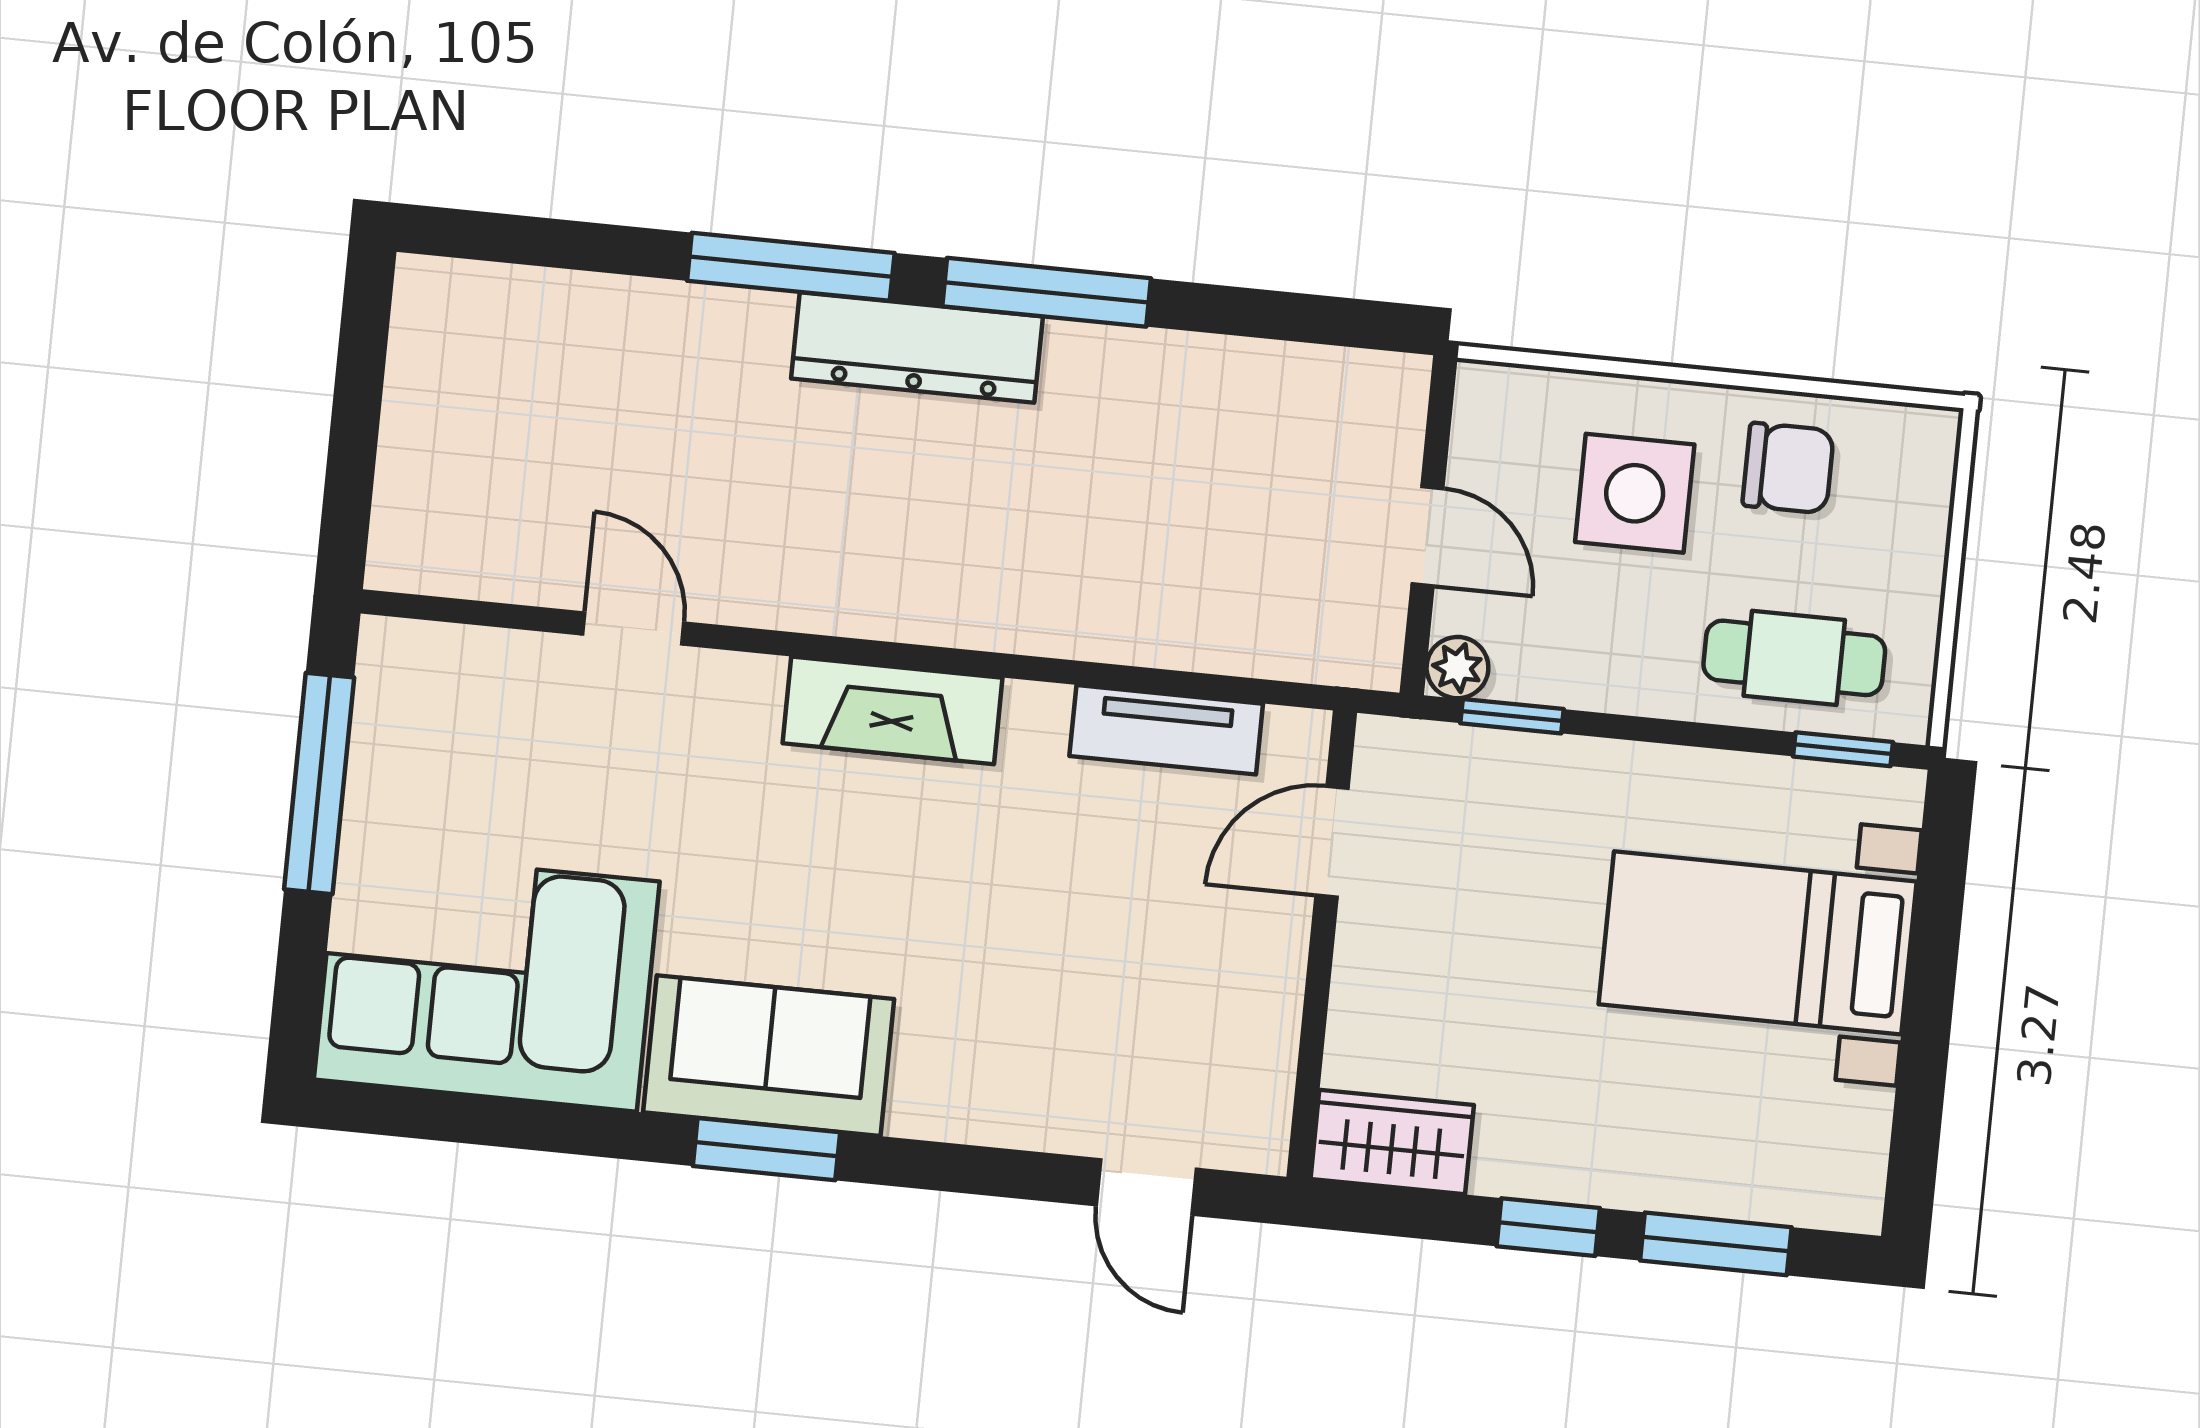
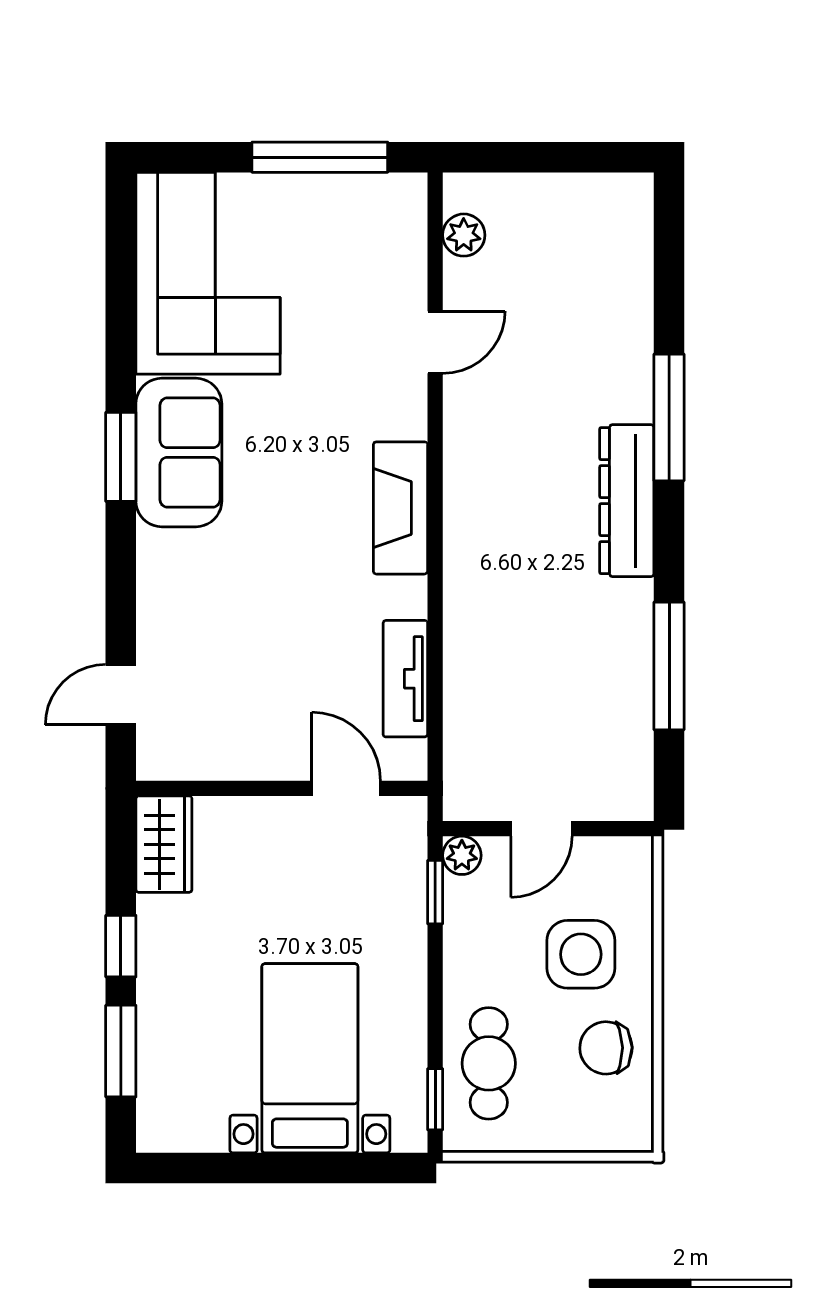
window: (1047, 292) -> (669, 666), moved
chair: (1788, 468) -> (606, 1048), turned 89
plant: (467, 566) -> (464, 235), added

